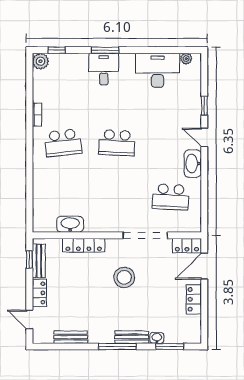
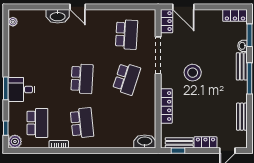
desk: (158, 70) -> (22, 45), removed
school desk: (63, 89) -> (37, 123), added
window: (204, 106) -> (51, 7), removed
door: (204, 137) -> (78, 7), hinge flipped
washbasin: (193, 164) -> (58, 16), moved
school desk: (117, 197) -> (127, 79), added
washbasin: (70, 224) -> (145, 141), moved, turned 90
locker: (194, 299) -> (235, 15), moved

